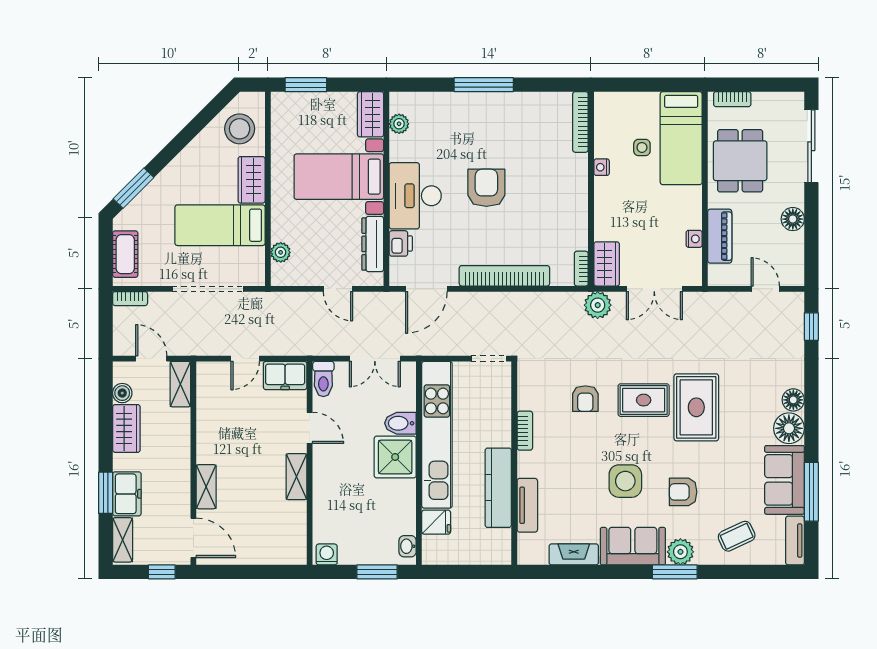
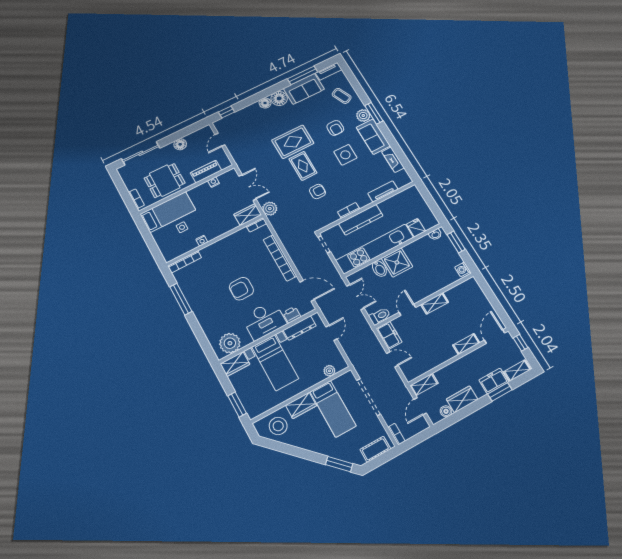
window: (484, 85) -> (181, 299), moved
plant: (399, 124) -> (230, 343), width x1.87, depth x1.87
kitchen counter: (498, 488) -> (361, 220), moved

